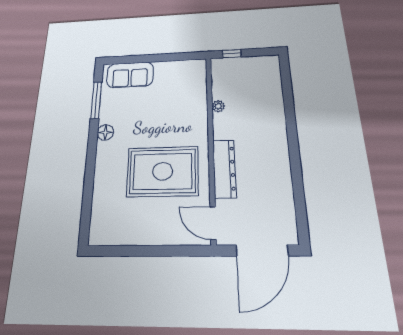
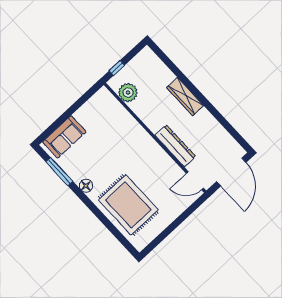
plant: (218, 106) -> (128, 93), moved, width x1.88, depth x1.88
wardrobe: (277, 129) -> (185, 97), added
rug: (163, 171) -> (128, 205), moved, turned 90

